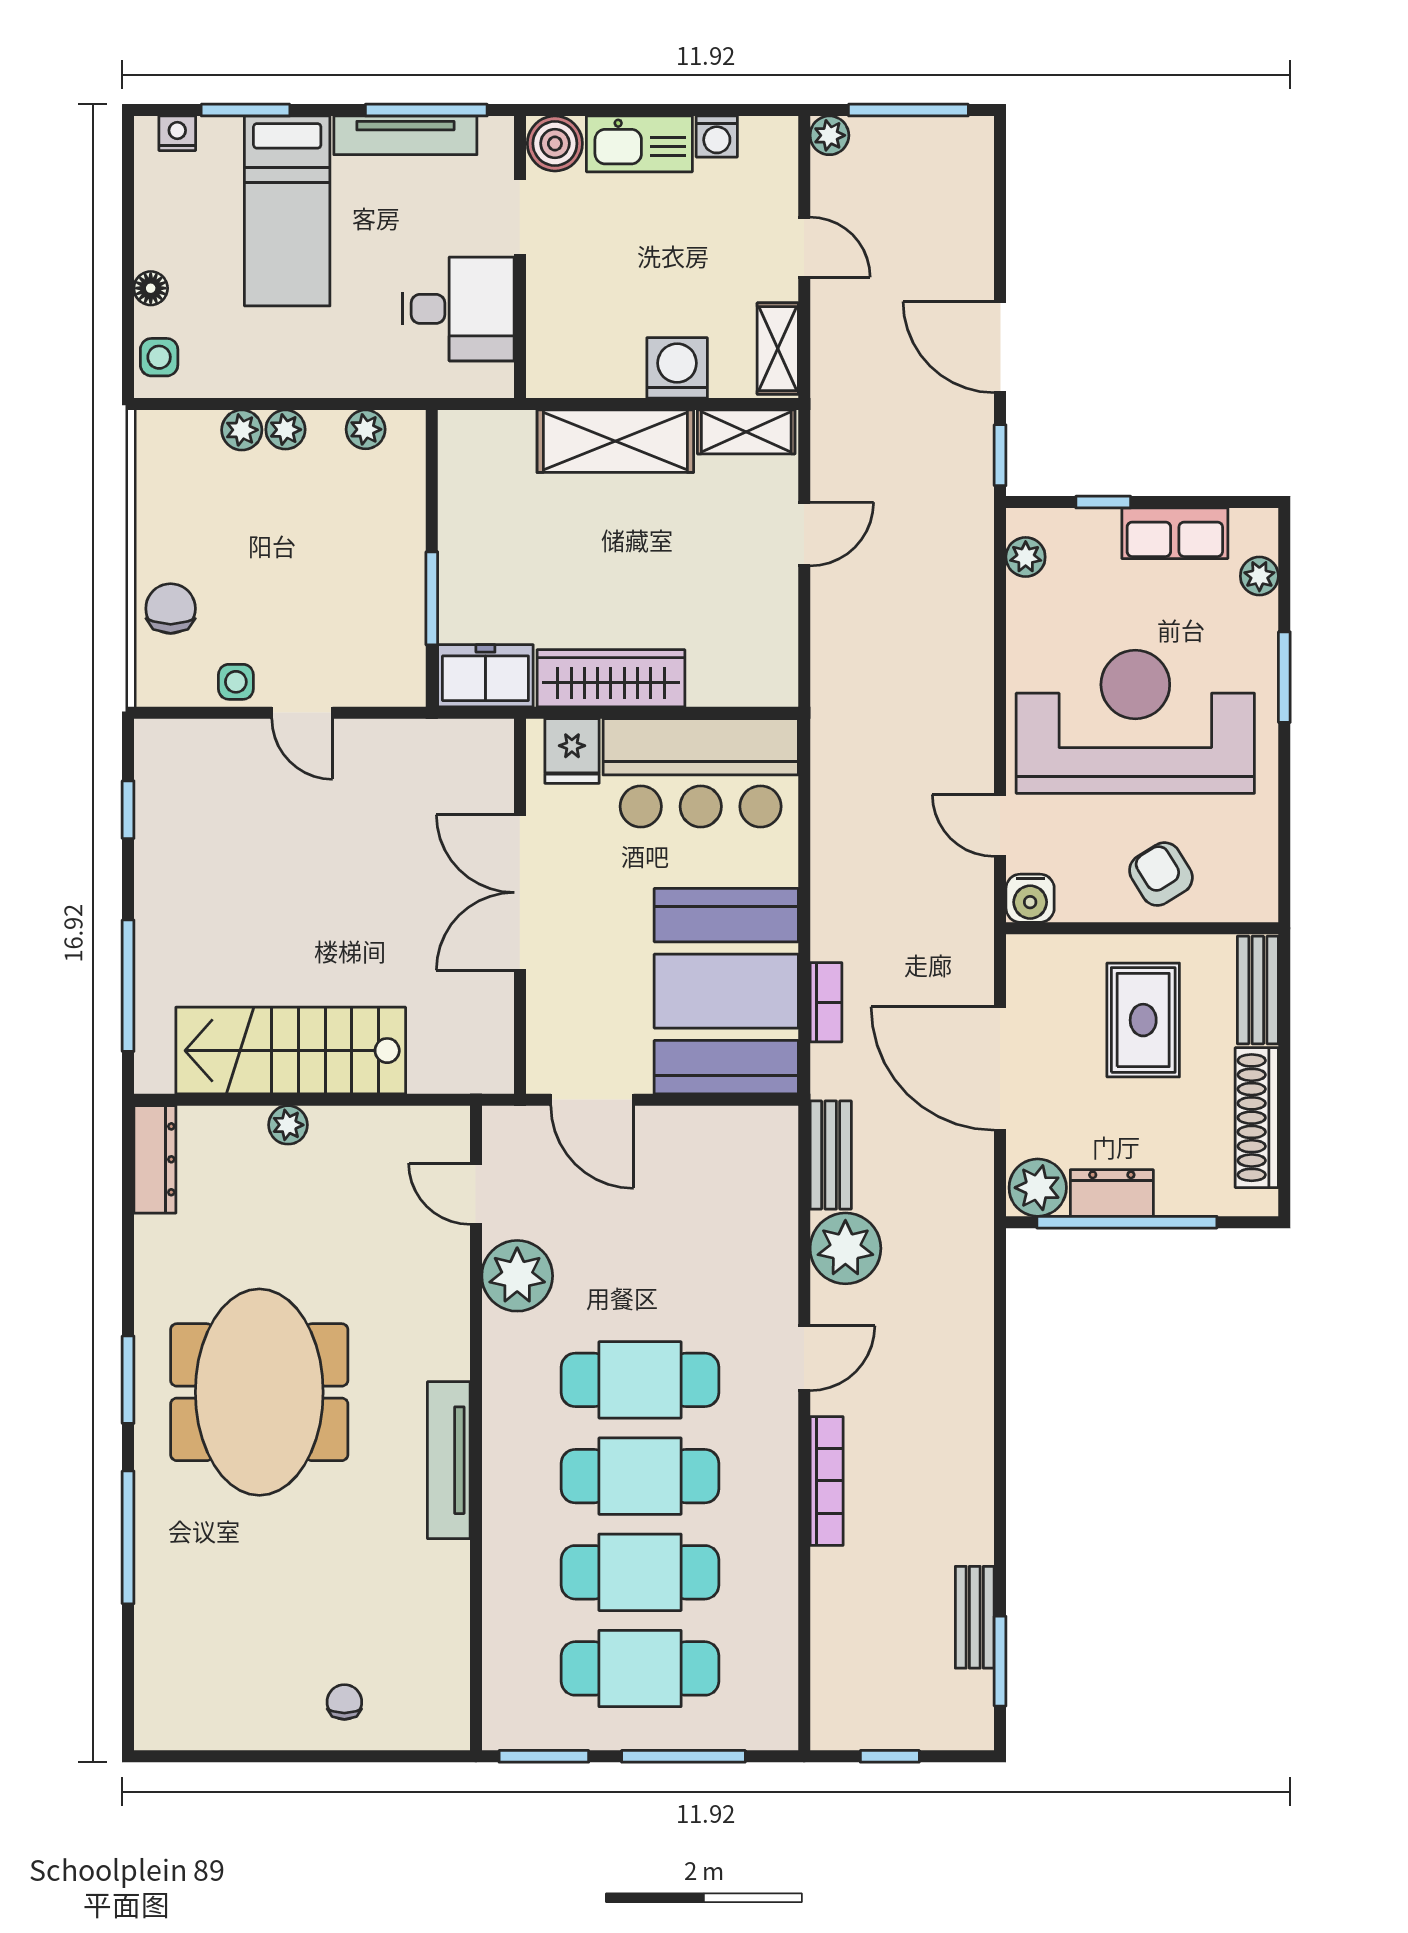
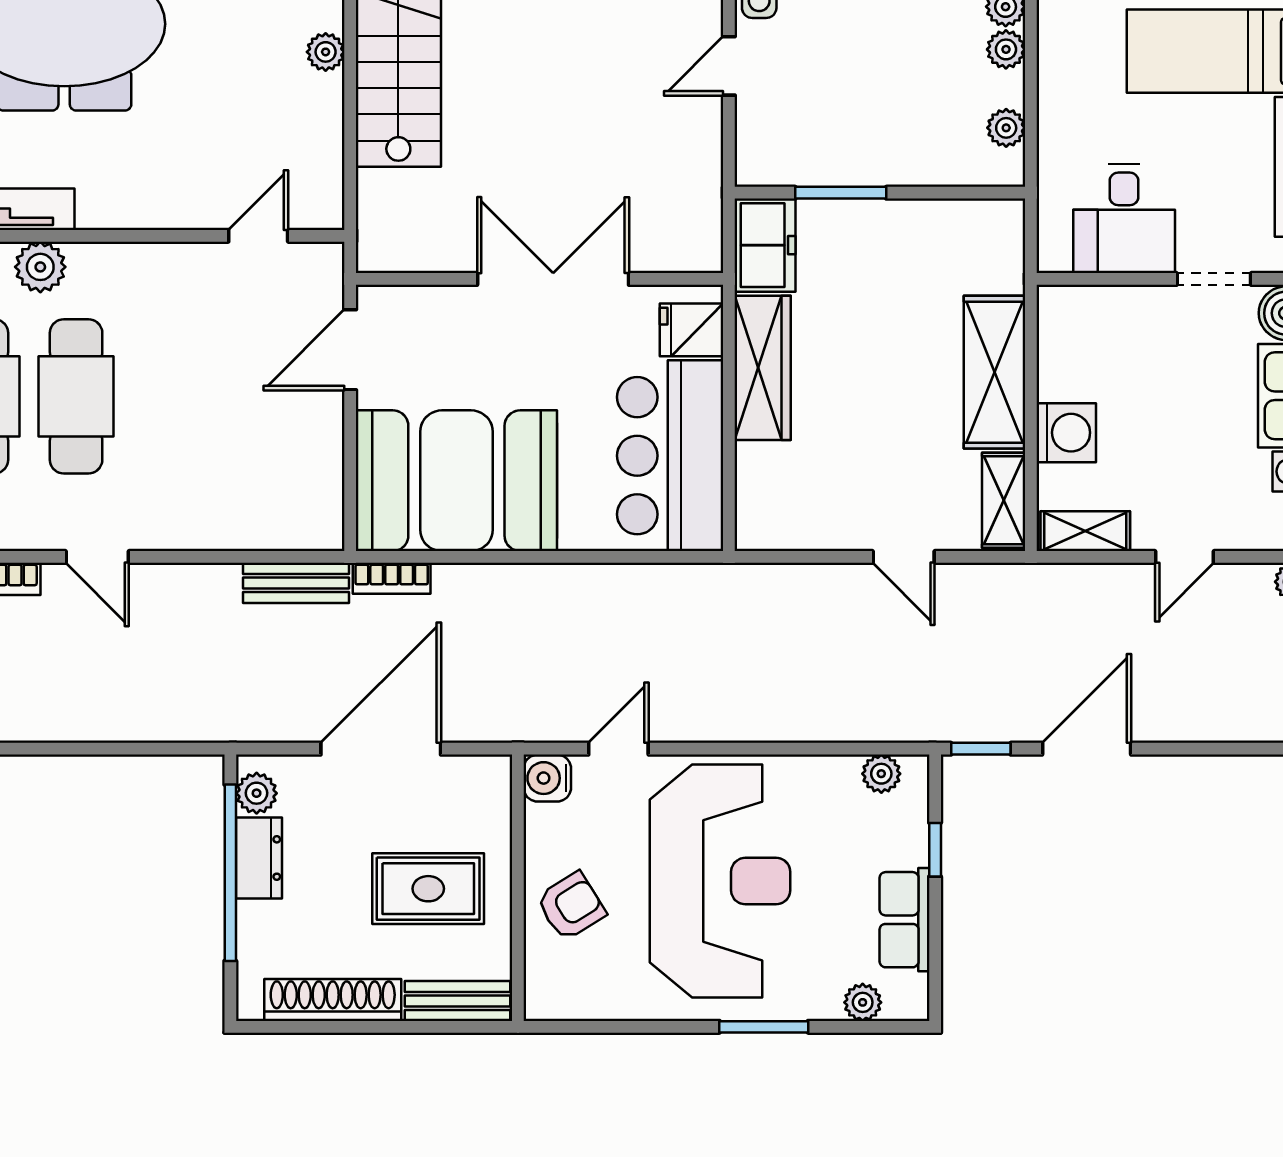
bookcase: (826, 1002) -> (392, 578), moved
plant: (1038, 1188) -> (257, 793), width x0.73, depth x0.73
plant: (845, 1248) -> (205, 597), removed
plant: (517, 1276) -> (40, 267), moved, width x0.73, depth x0.73

